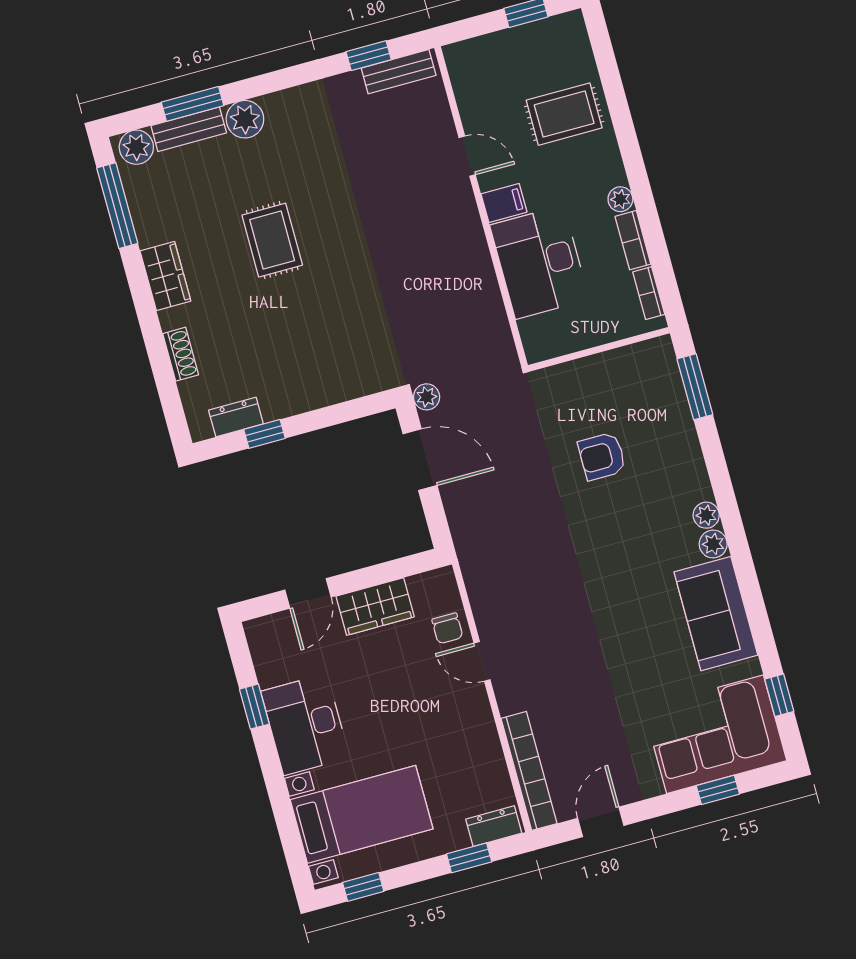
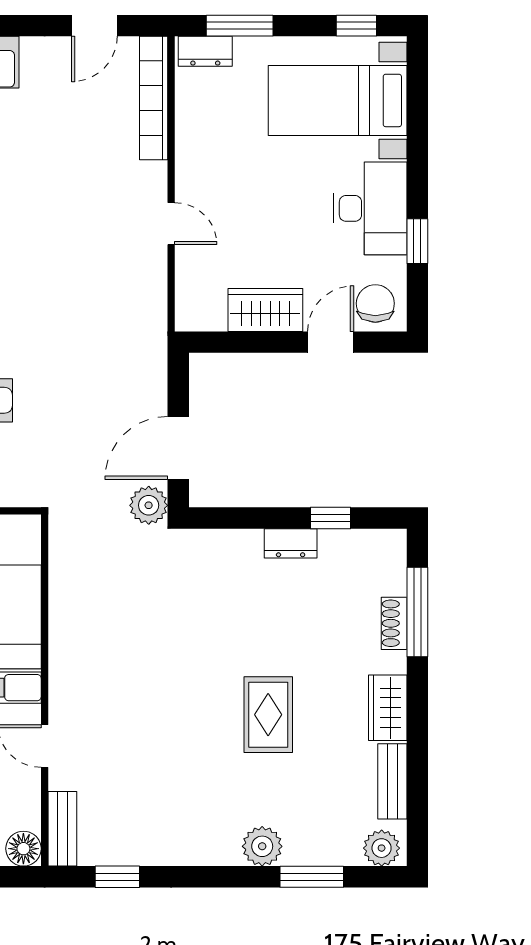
floor lamp: (461, 58) -> (23, 849), added
bench: (399, 72) -> (62, 829), moved, turned 90
bench: (189, 129) -> (392, 781), moved, turned 90
window: (117, 206) -> (417, 612), moved
plant: (427, 397) -> (149, 505), width x1.38, depth x1.38
dresser: (236, 417) -> (291, 543), moved
door: (420, 460) -> (178, 448), hinge flipped
chair: (447, 628) -> (375, 303), moved, width x1.37, depth x1.37
window: (469, 858) -> (240, 26), width x1.50

